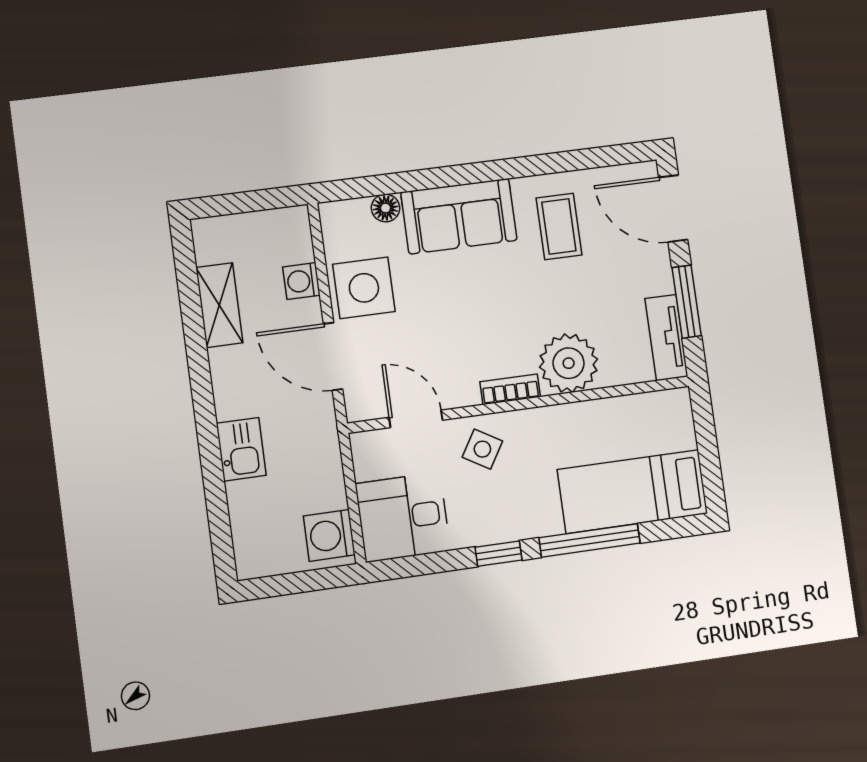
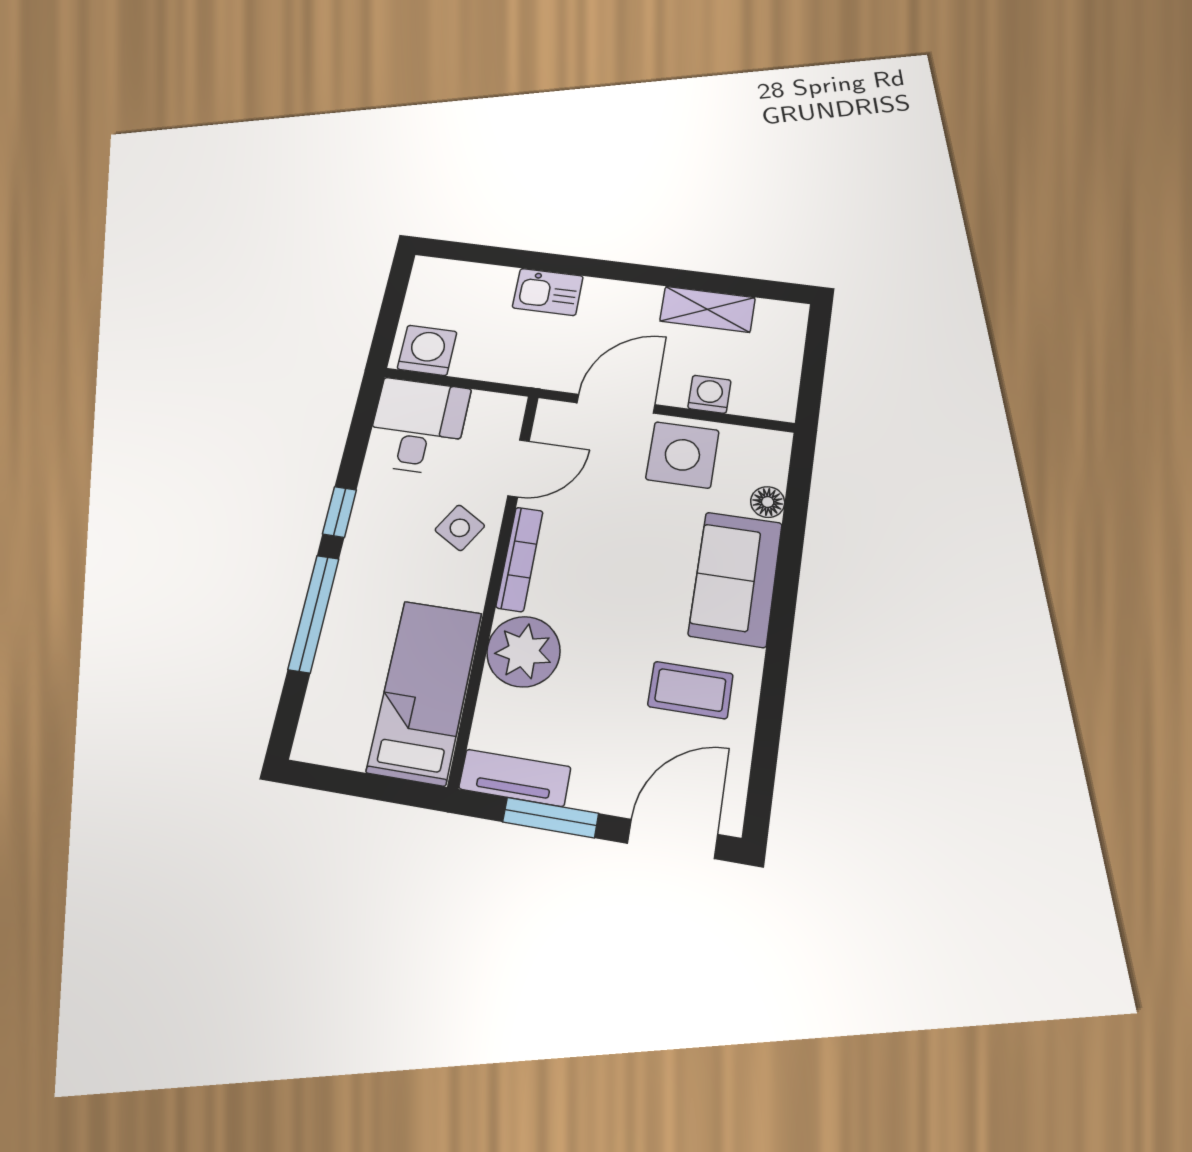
bookcase: (510, 389) -> (520, 559), width x1.56
bed: (633, 492) -> (425, 692), moved

